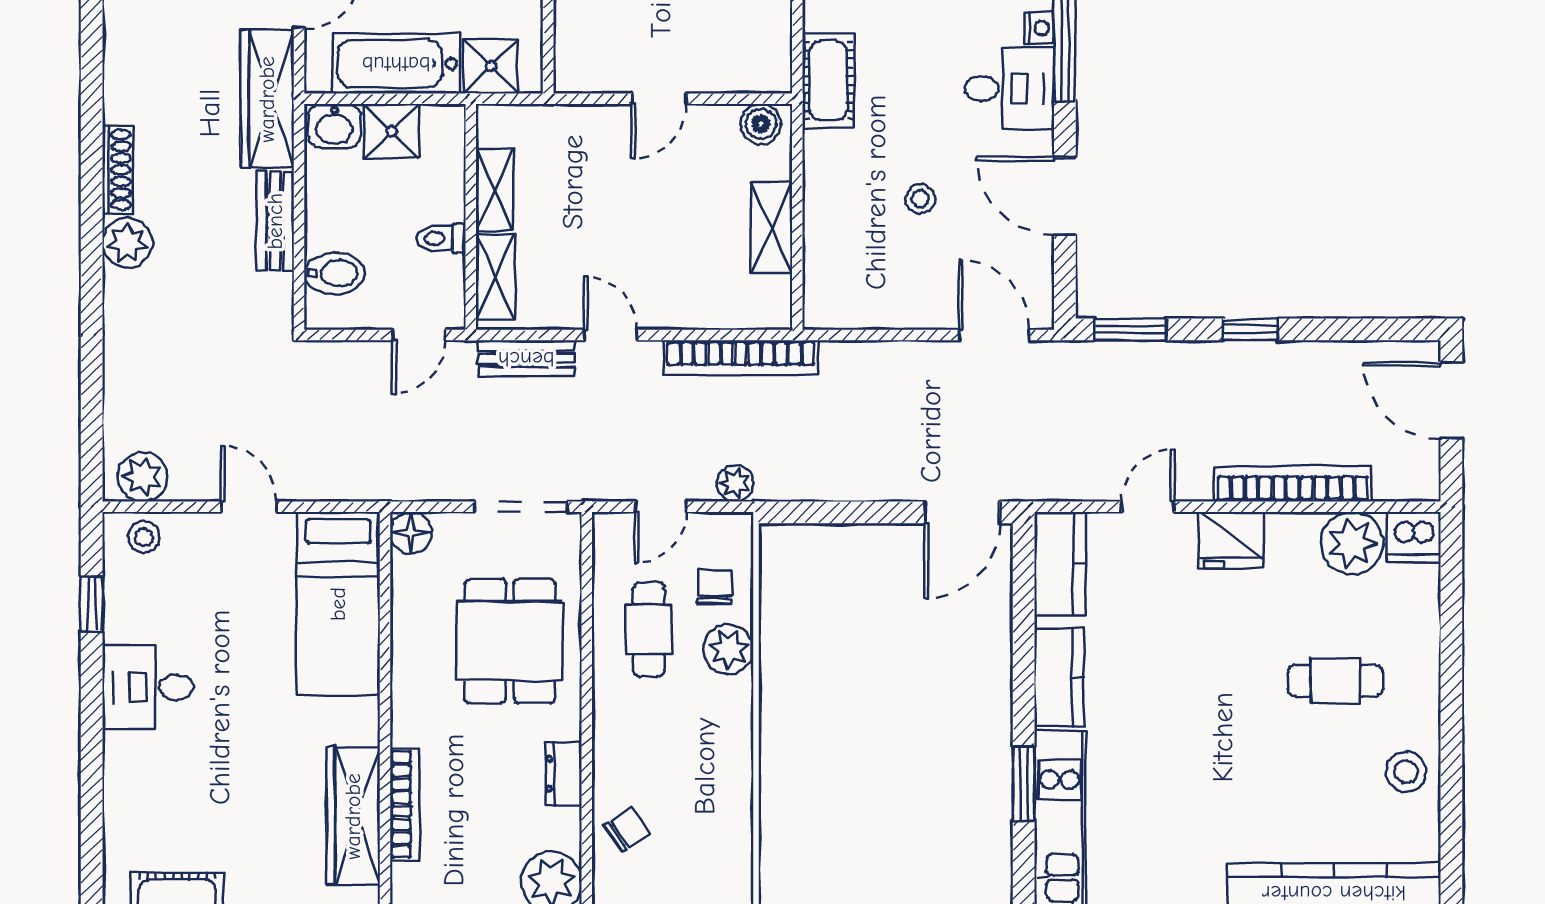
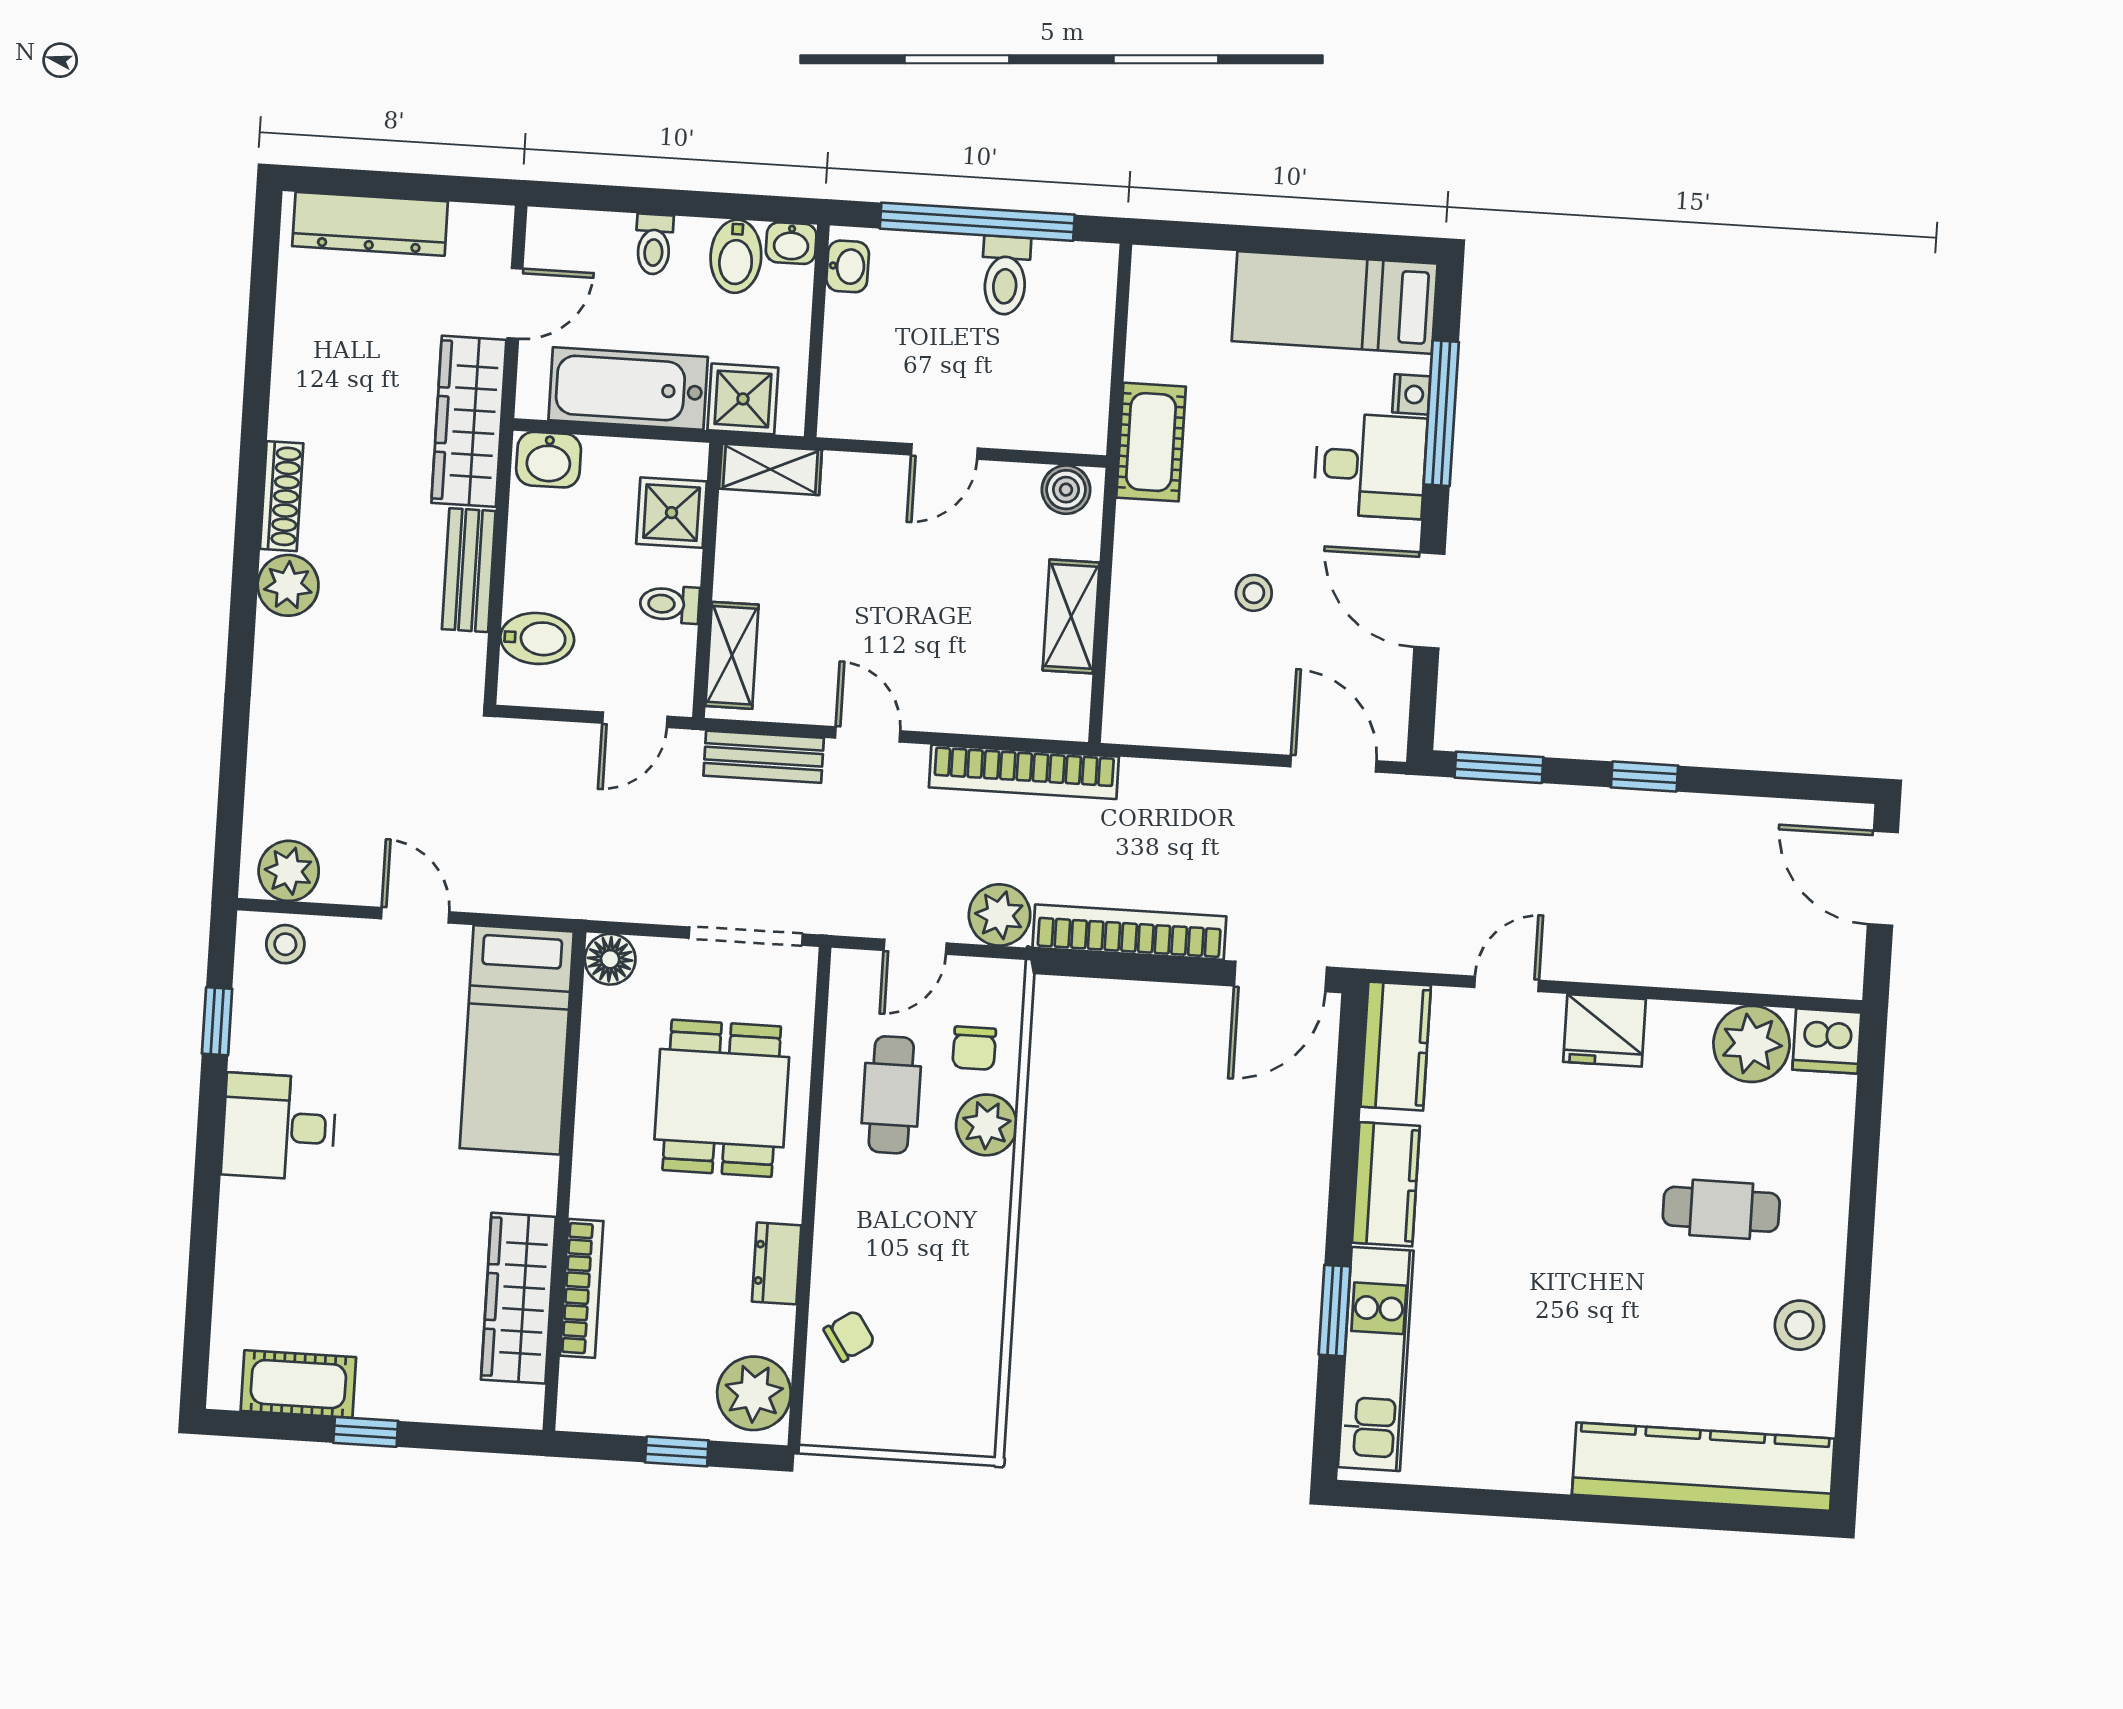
shower: (392, 131) -> (672, 513), moved
shelving: (495, 190) -> (770, 469), moved, turned 90
plant: (735, 483) -> (1000, 915), width x1.38, depth x1.38
bookcase: (1293, 484) -> (1129, 932), moved
chair: (714, 587) -> (974, 1048), turned 180

